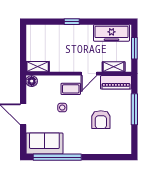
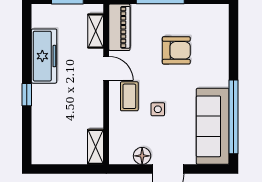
freezer: (112, 33) -> (44, 56), moved
floor lamp: (32, 81) -> (142, 156), moved
sofa: (44, 143) -> (213, 126), width x1.36

